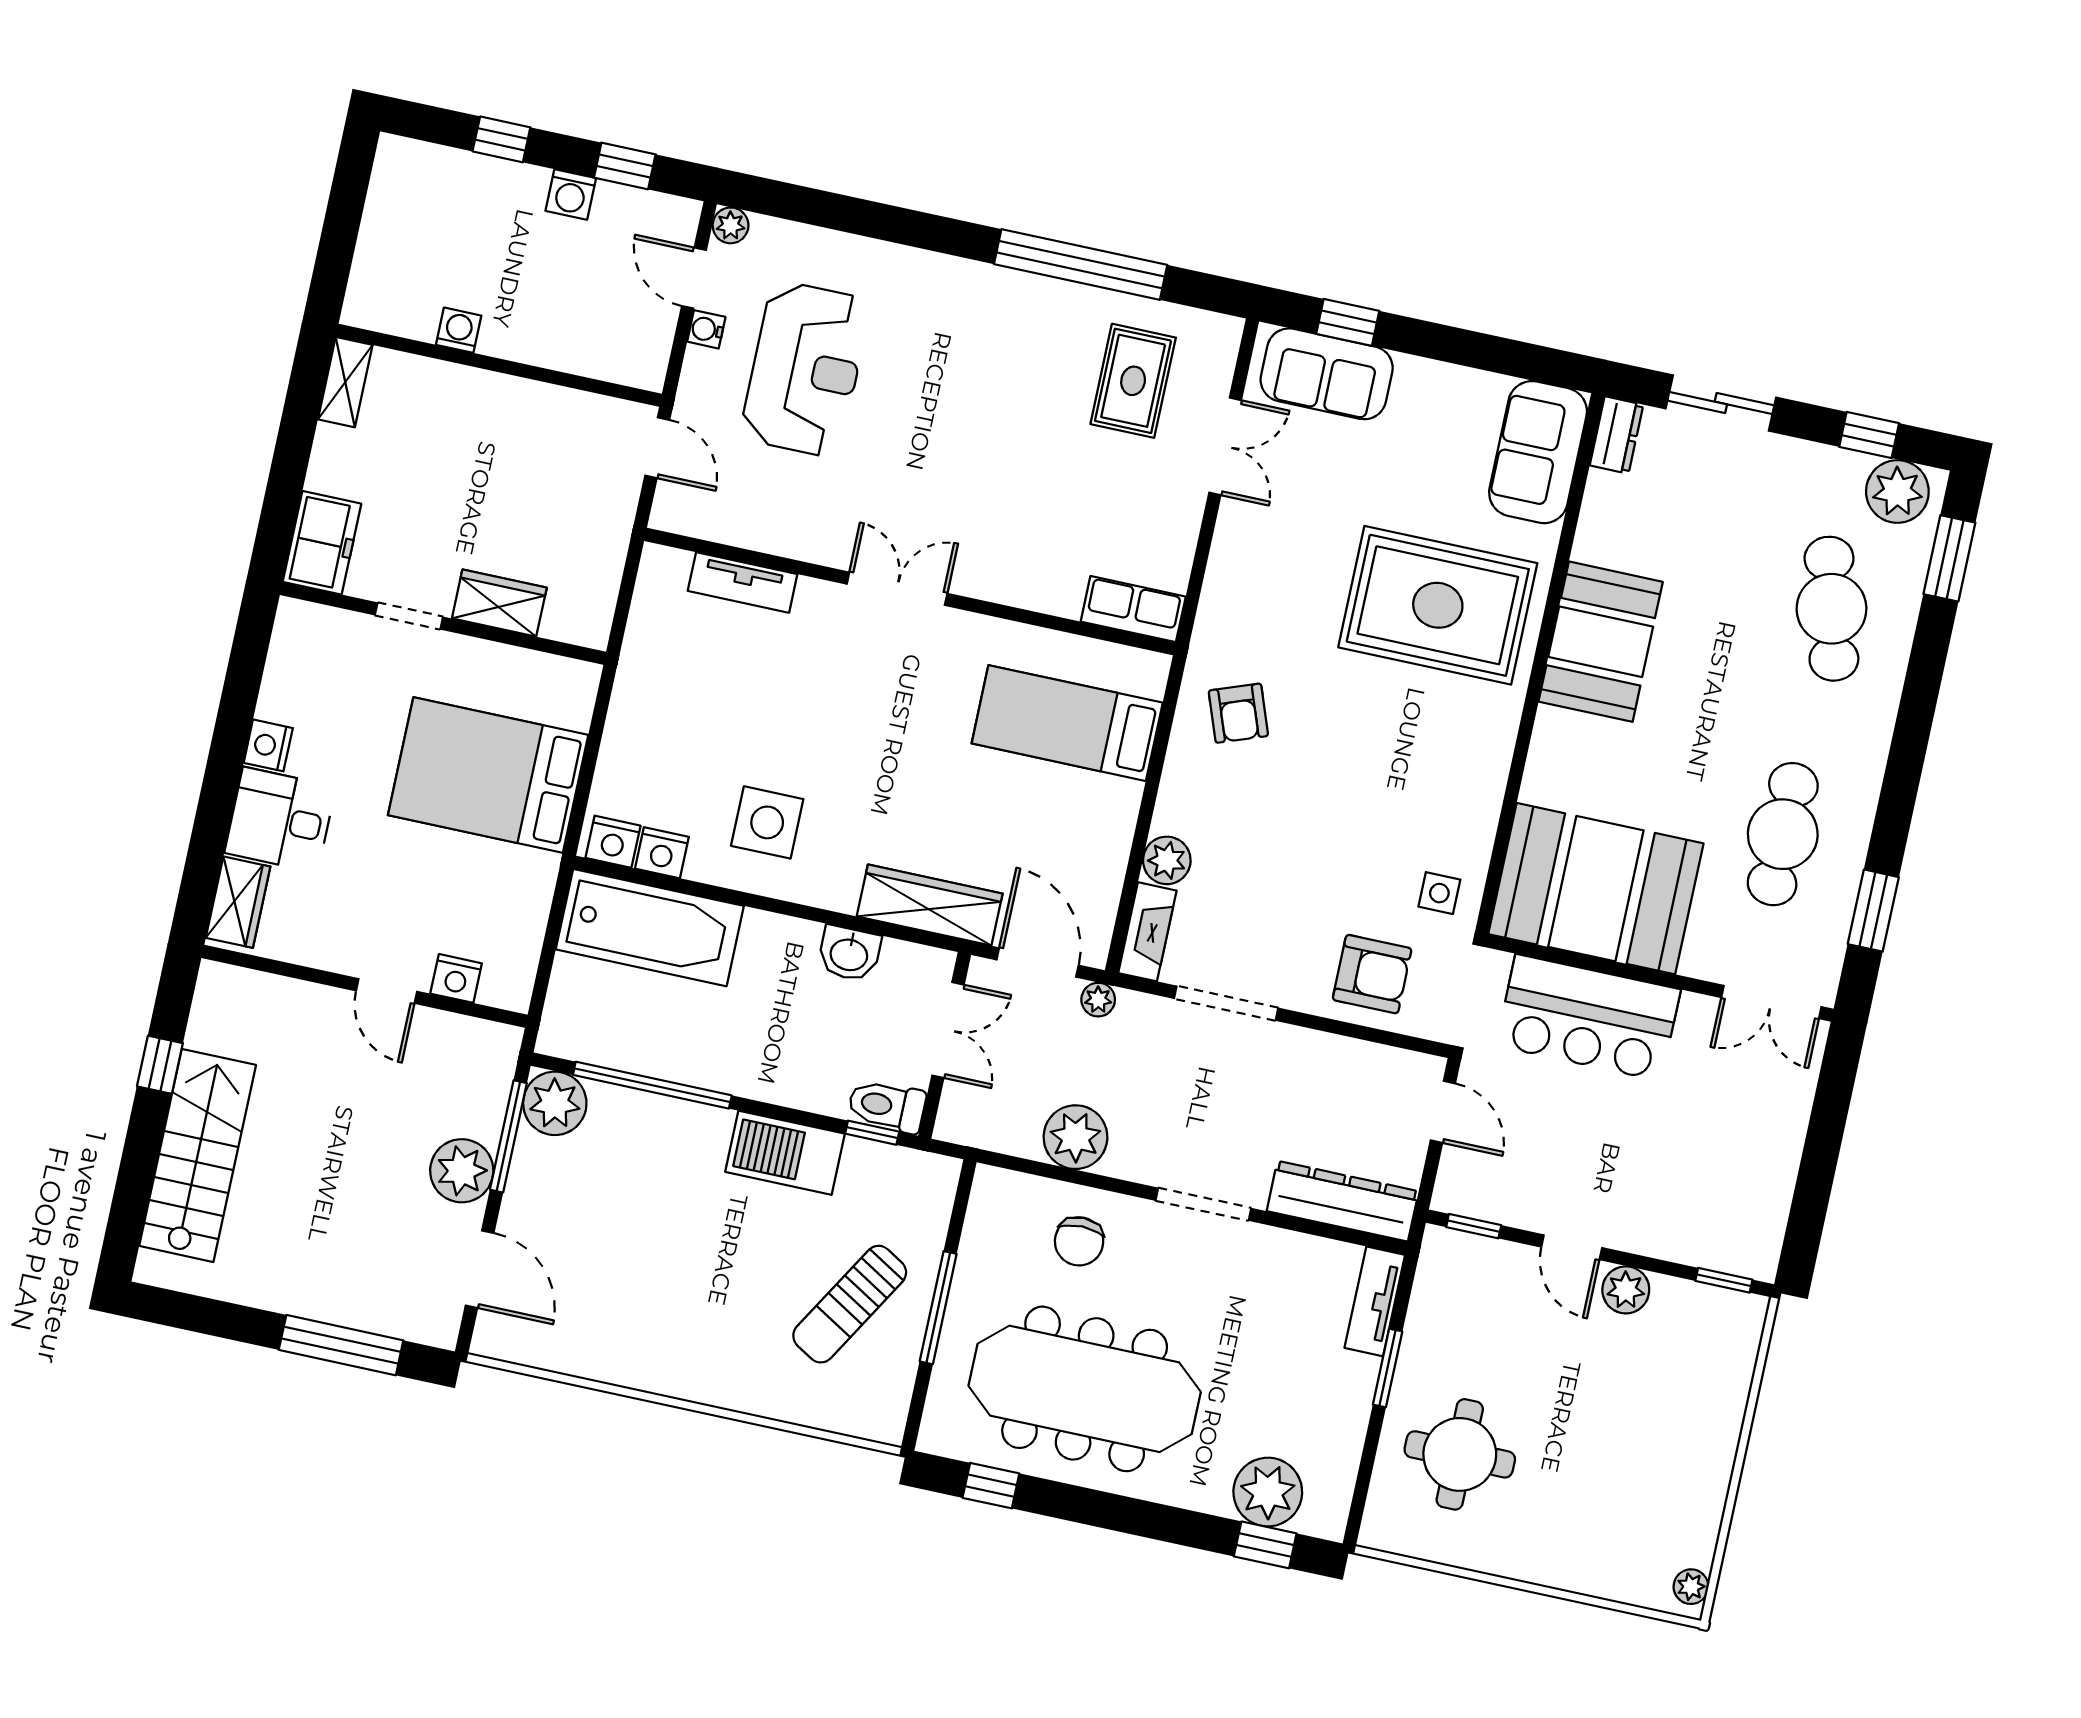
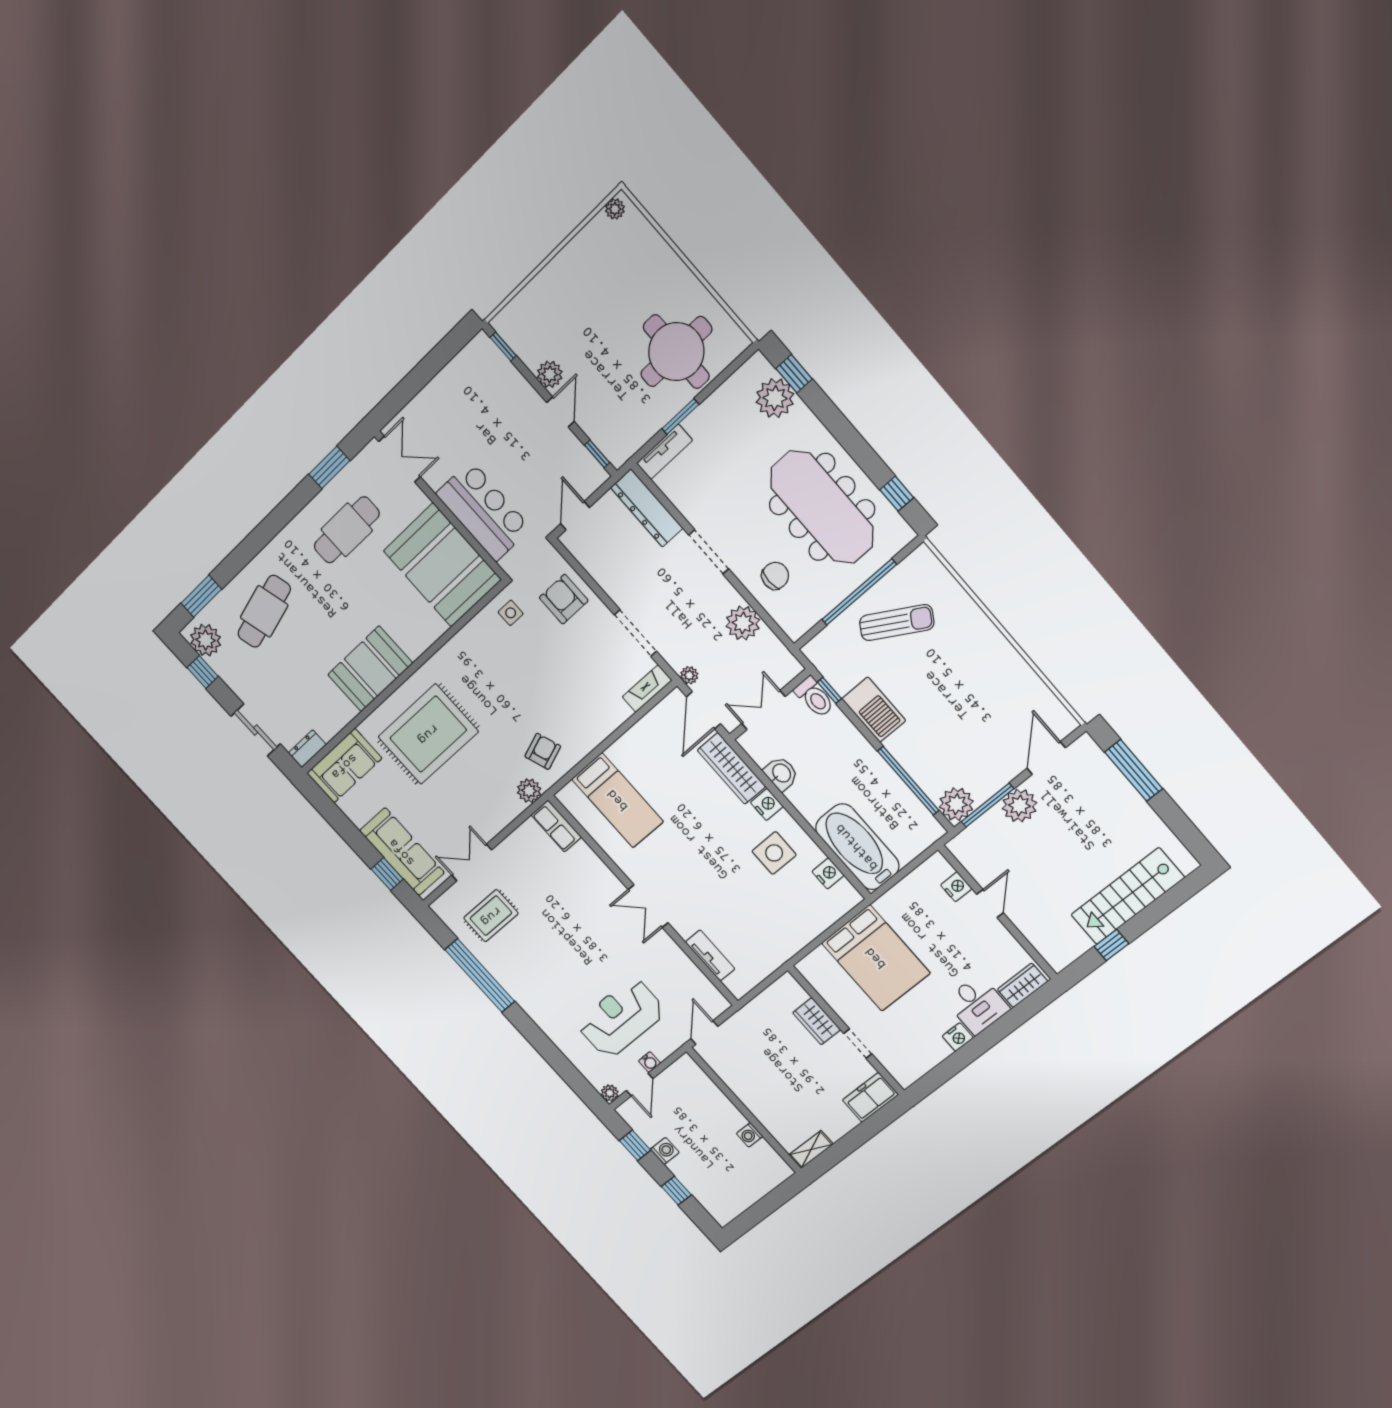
sofa: (1327, 374) -> (402, 852), width x1.36
rug: (1438, 605) -> (428, 734), turned 90
nightstand: (613, 842) -> (767, 804), moved
plant: (1167, 860) -> (529, 791), moved
window: (938, 1308) -> (859, 592), width x1.46
round table: (1460, 1454) -> (676, 352), width x1.36, depth x1.36

